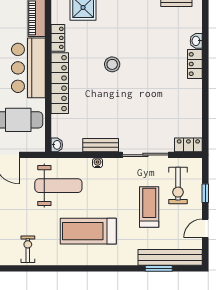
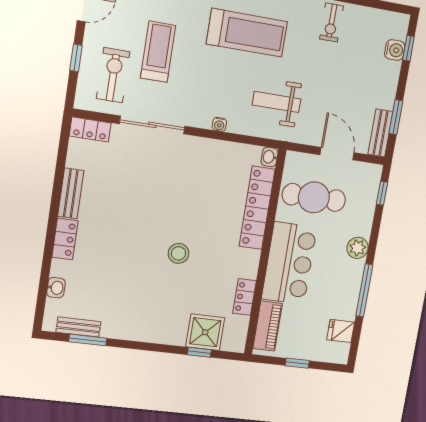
washbasin: (196, 41) -> (56, 288), moved
locker: (60, 83) -> (257, 208), moved
bench: (101, 145) -> (71, 193), moved, turned 90
weight bench: (58, 186) -> (277, 102), width x0.73, depth x0.75
treadmill: (149, 207) -> (158, 52), turned 180

